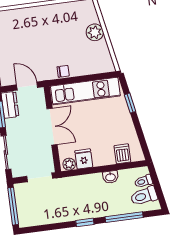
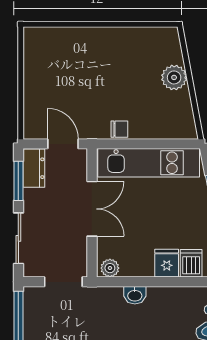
fridge: (84, 159) -> (167, 263), moved
washbasin: (110, 177) -> (135, 295), moved

